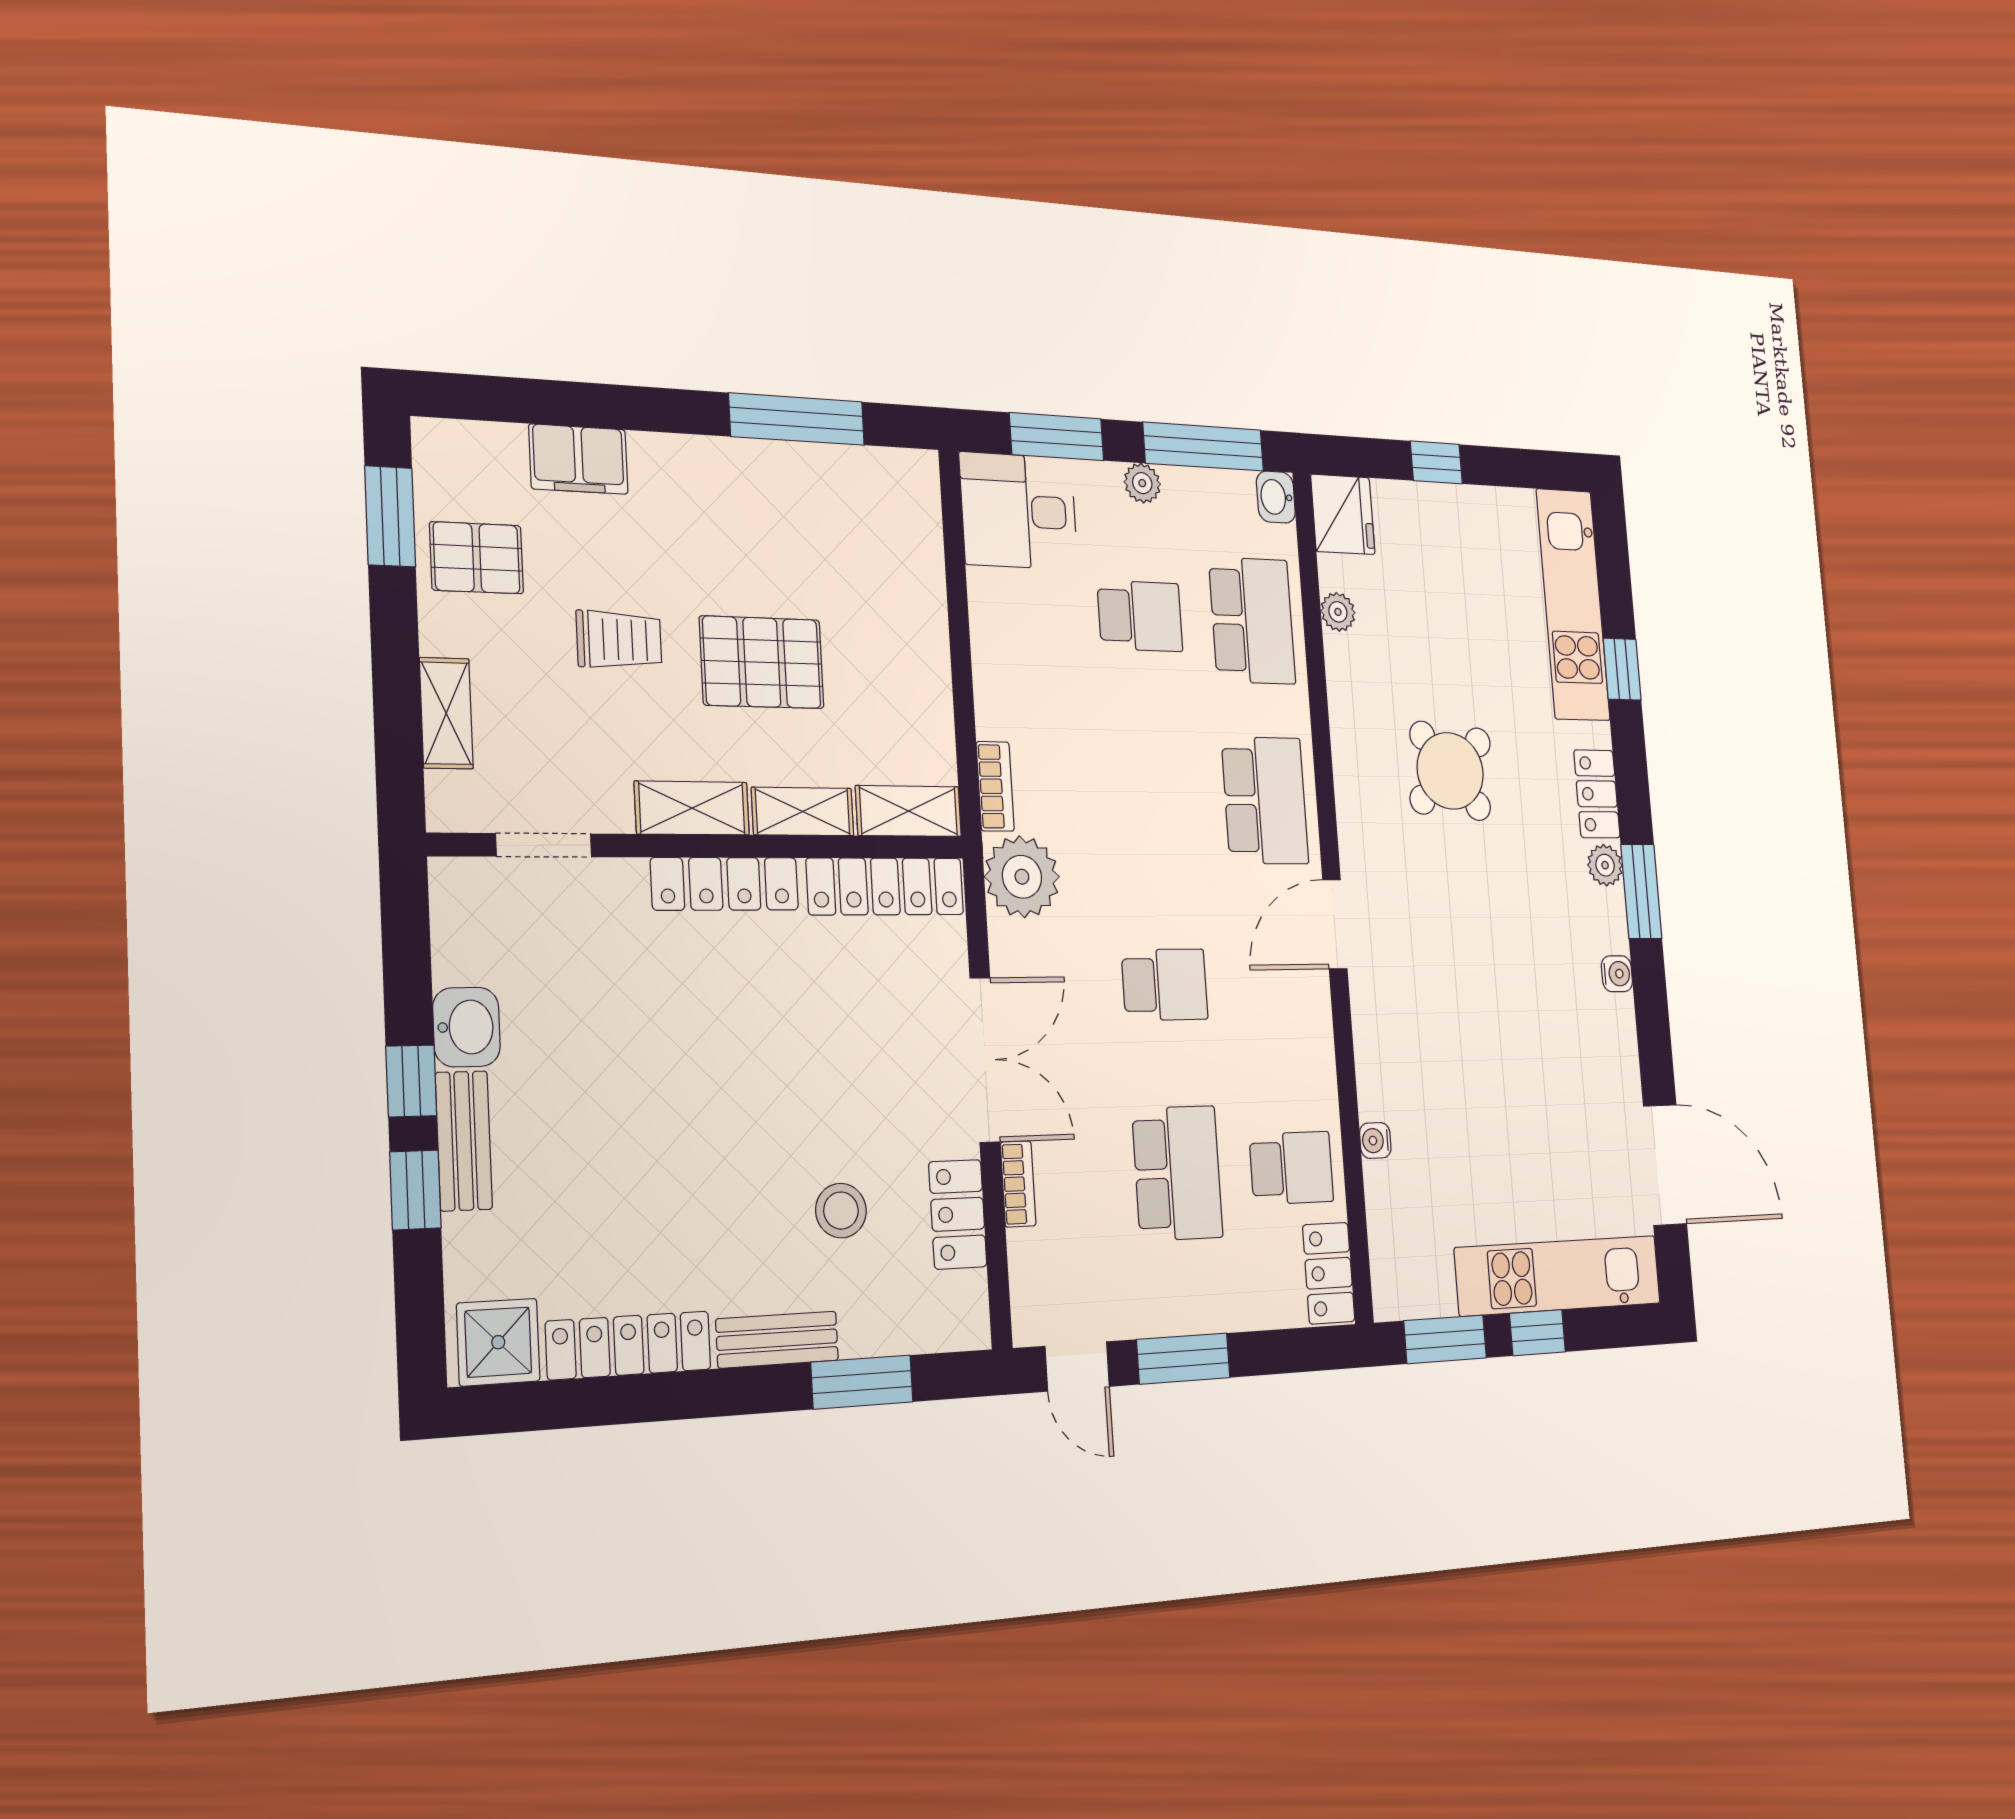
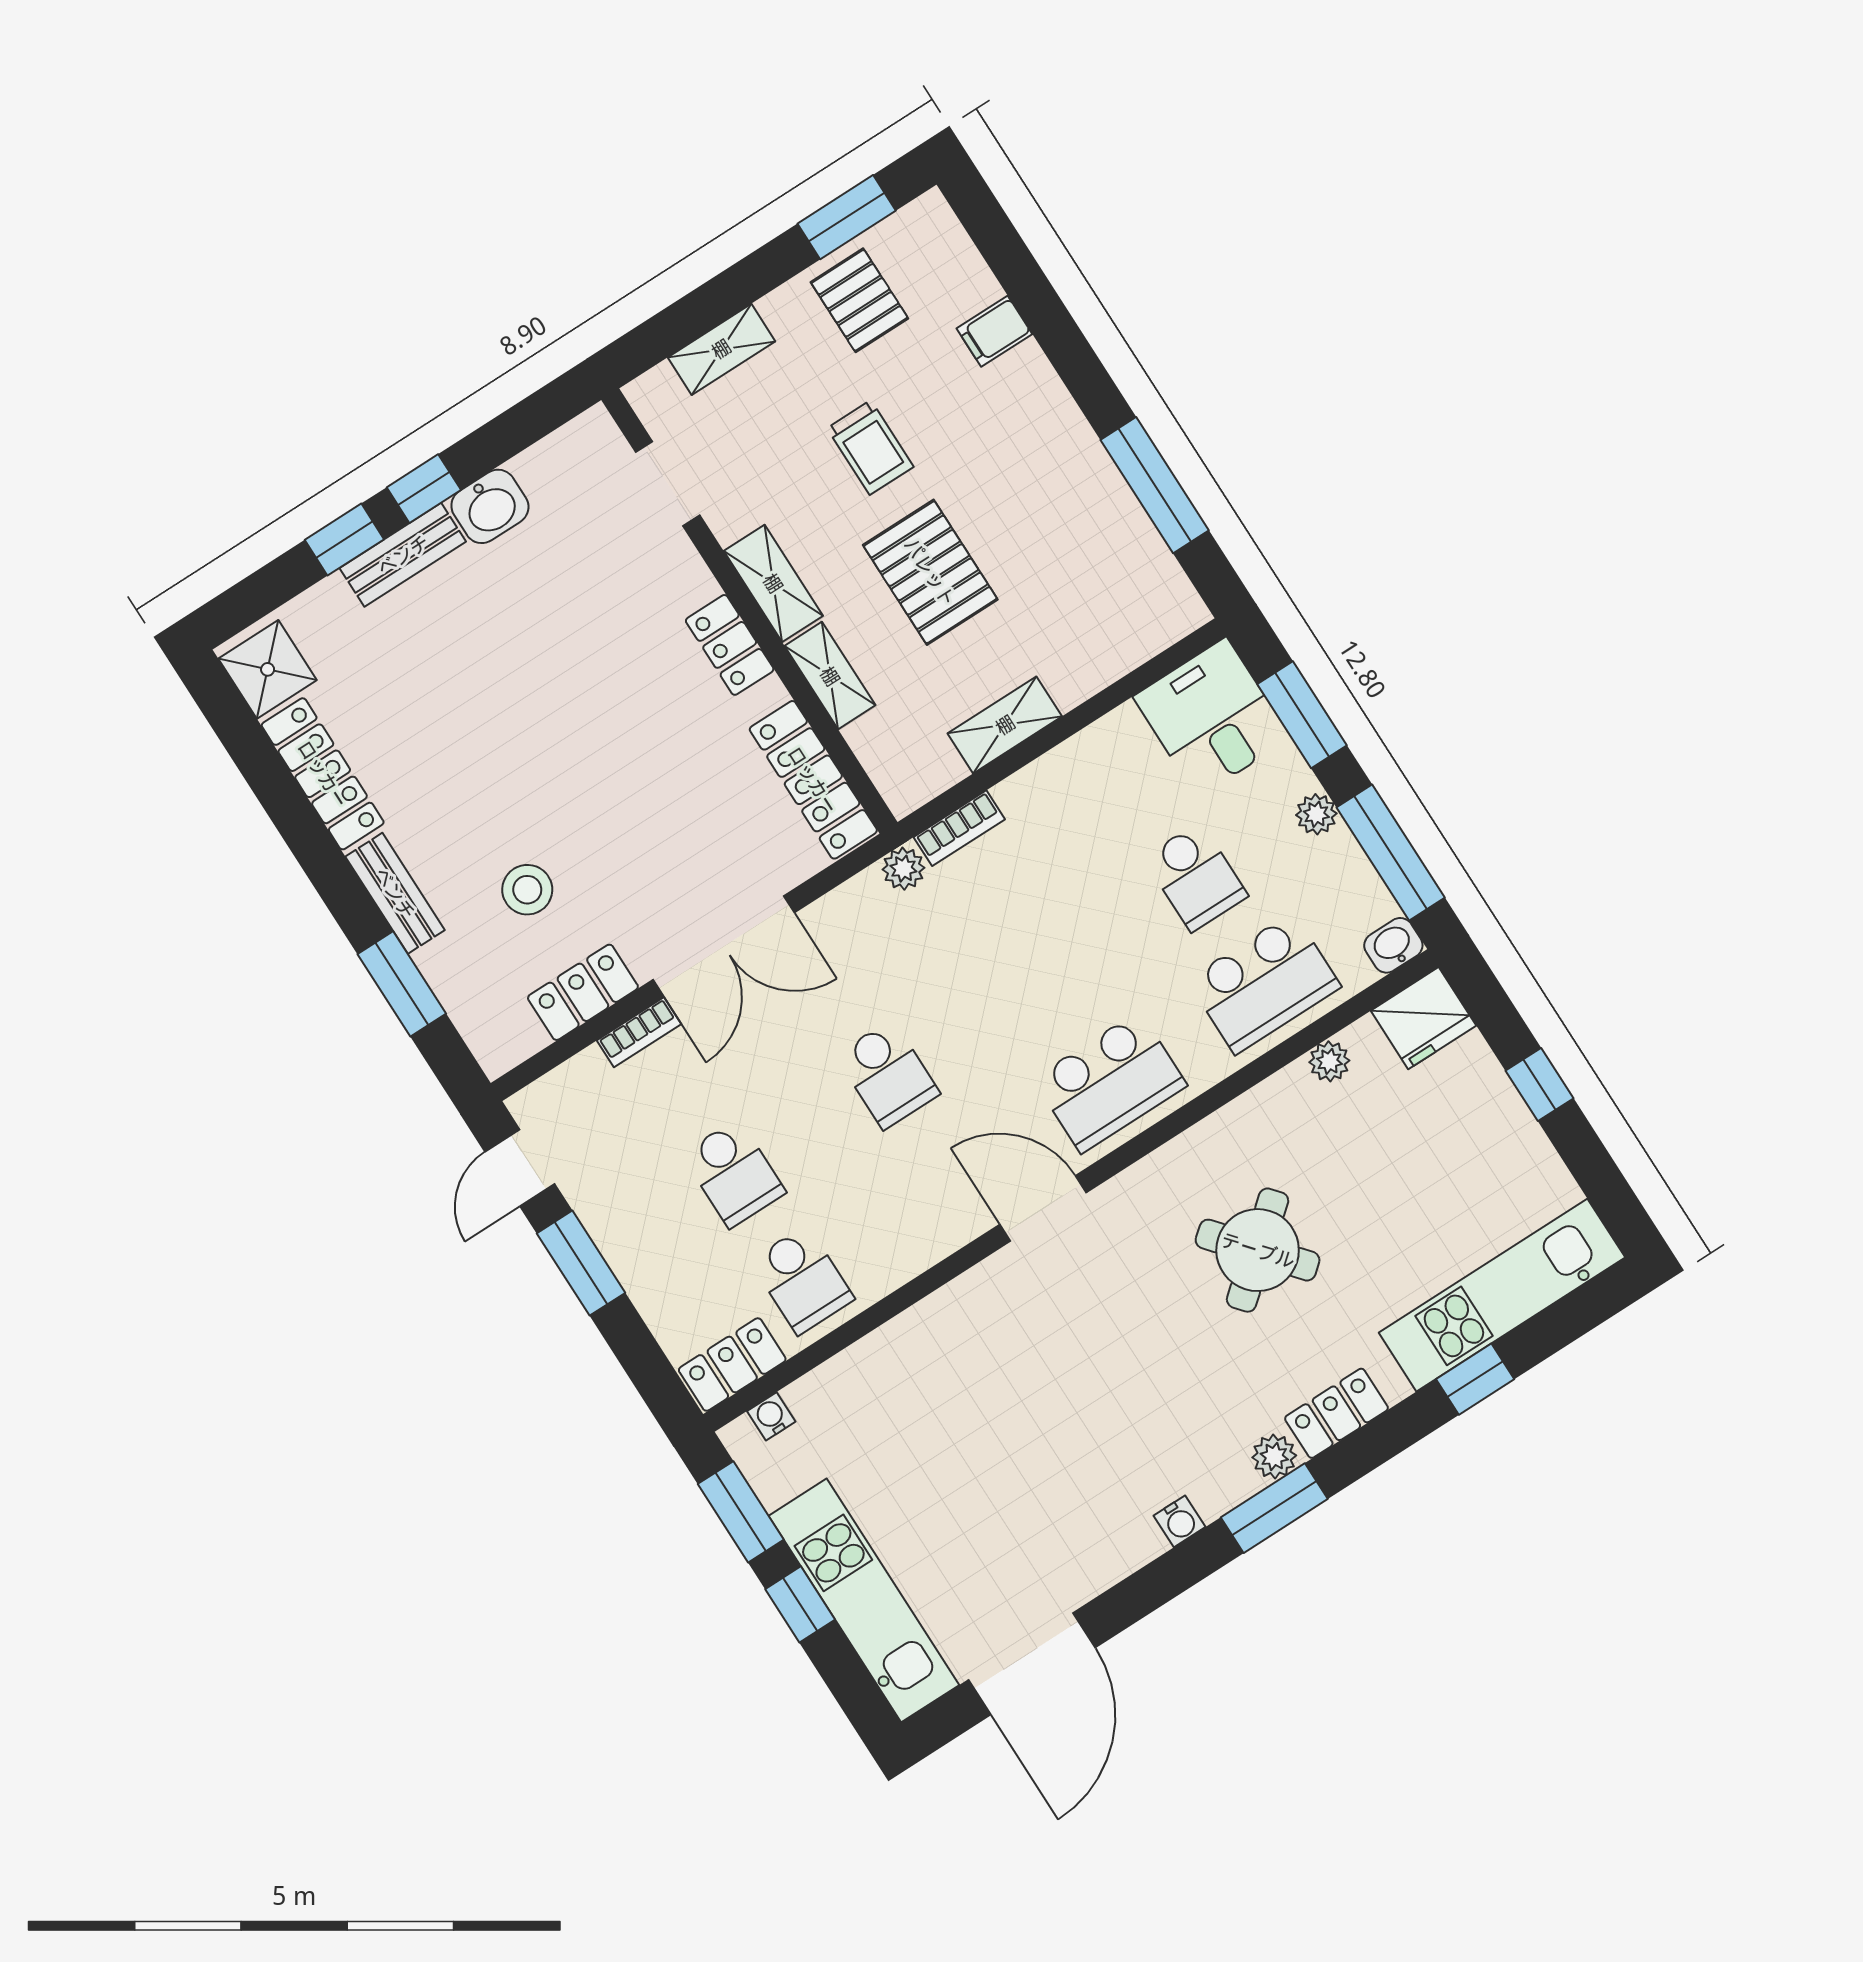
filing cabinet: (578, 459) -> (994, 331), width x0.50
shelving: (909, 811) -> (1005, 725), moved, turned 90
plant: (1022, 877) -> (903, 869), width x0.53, depth x0.53
locker: (725, 884) -> (730, 645), width x0.66
water cooler: (1375, 1140) -> (771, 1416), moved
school desk: (1177, 1173) -> (734, 1173), width x0.54

